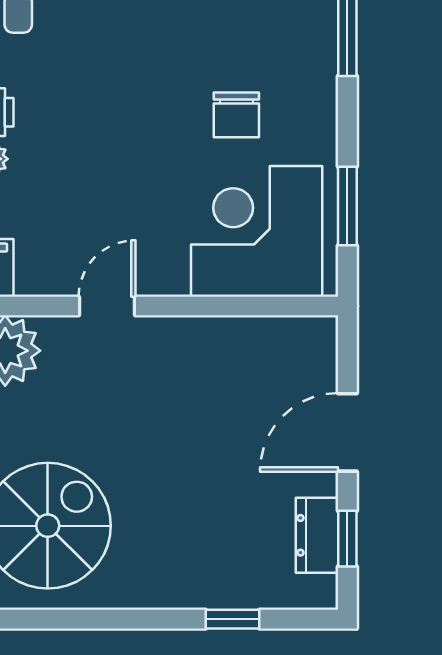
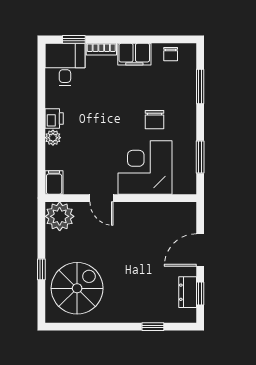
corner desk: (257, 231) -> (145, 167), moved
door: (107, 306) -> (101, 198), swing flipped

